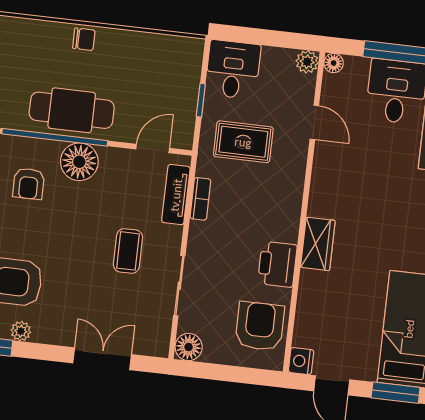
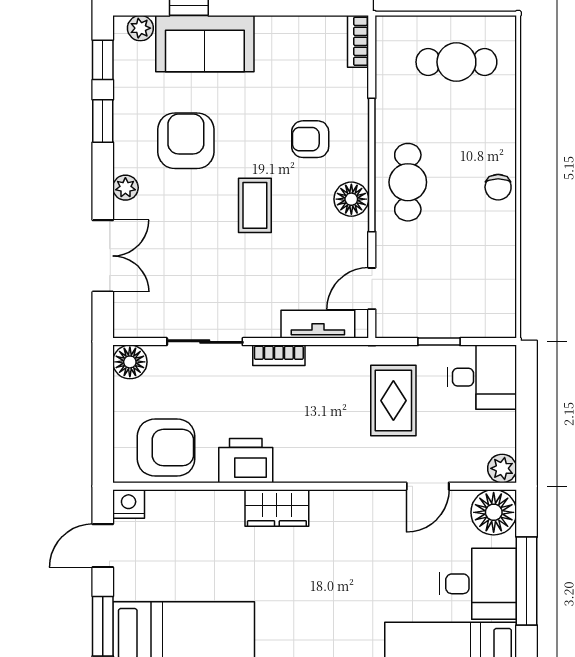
floor lamp: (334, 63) -> (494, 512), width x1.89, depth x1.89
cafe table: (72, 110) -> (408, 182), width x0.73, depth x0.74
door: (153, 149) -> (372, 289), swing flipped
floor lamp: (79, 162) -> (351, 199), width x0.73, depth x0.73
bookcase: (200, 199) -> (279, 355), moved
coffee table: (128, 251) -> (255, 205), moved, turned 90
plant: (21, 331) -> (125, 188), moved

